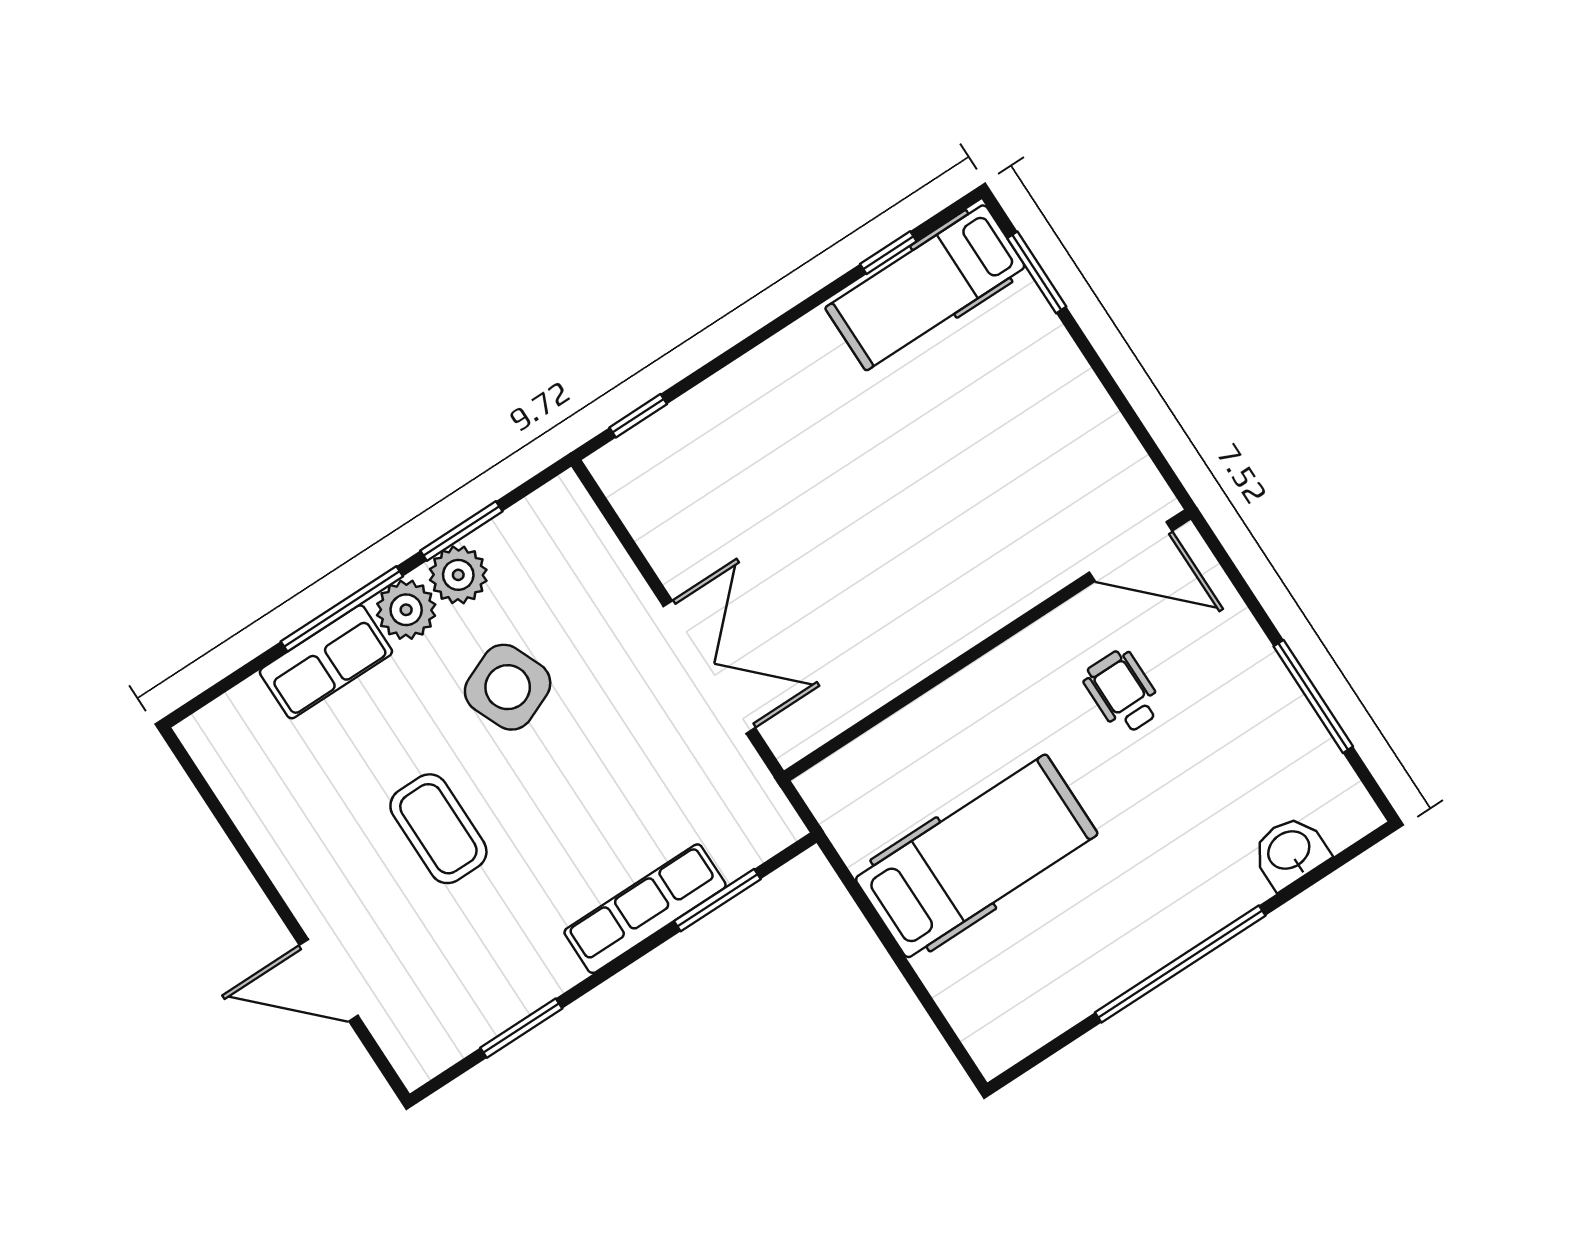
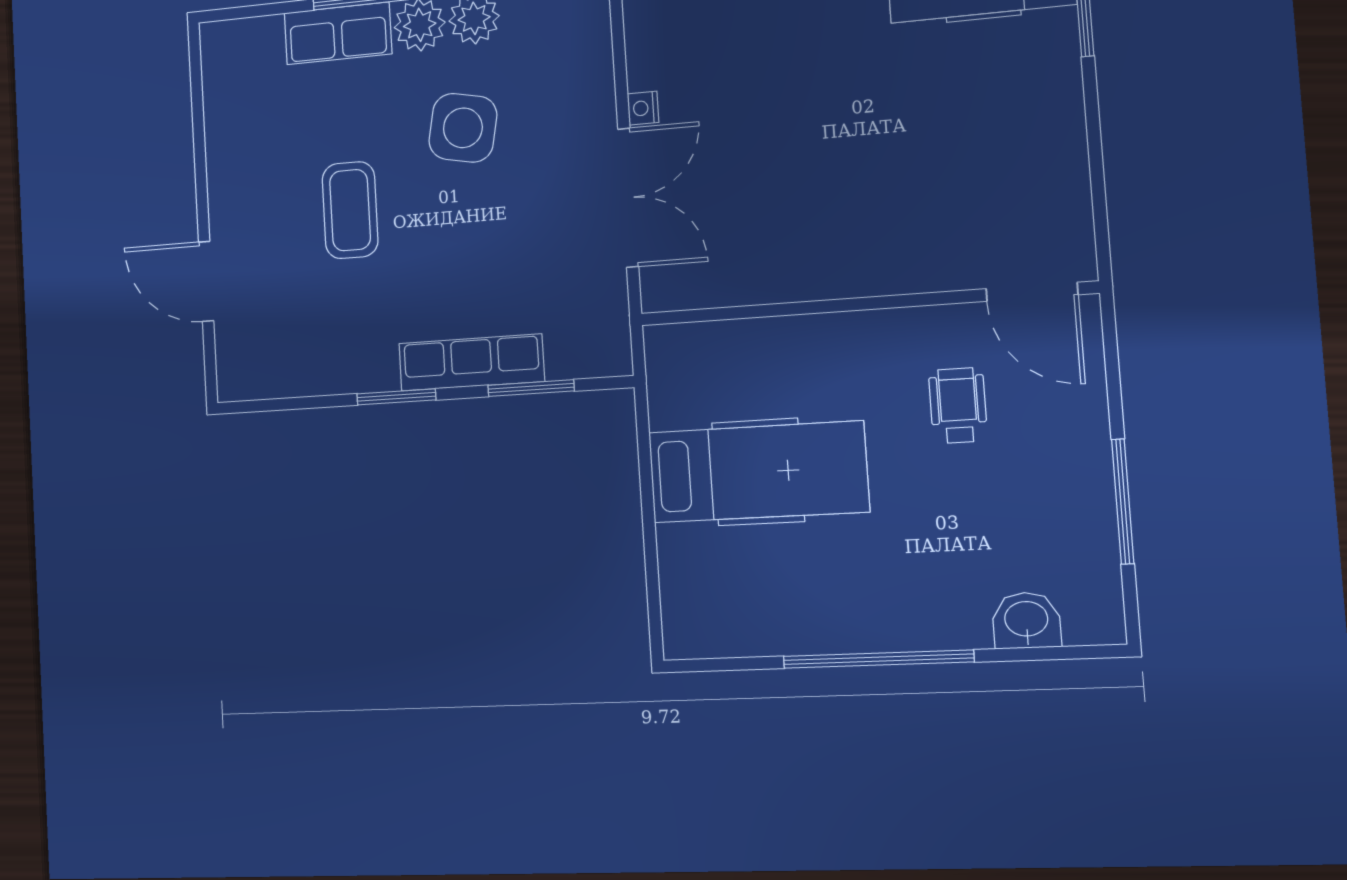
nightstand: (675, 574) -> (643, 108), added
side table: (508, 687) -> (463, 128), turned 34
window: (521, 1028) -> (396, 397), moved

